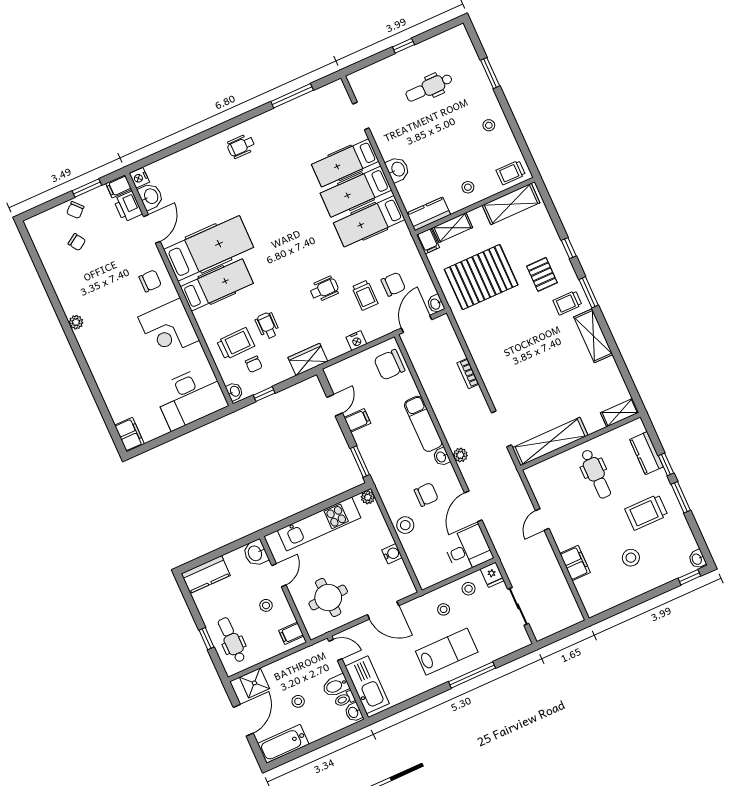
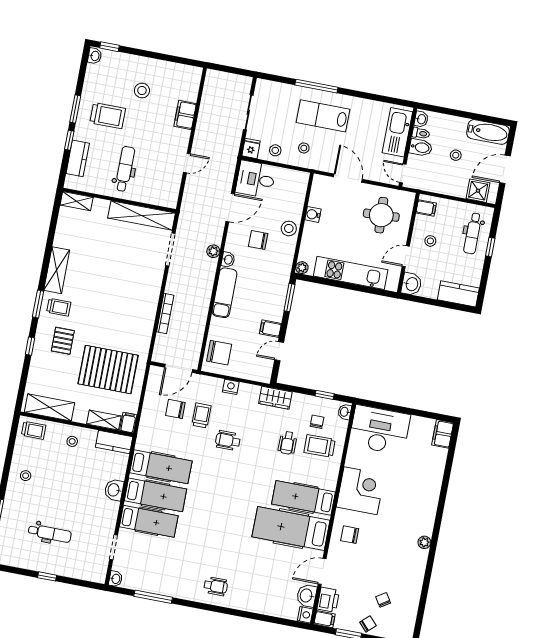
washbasin: (436, 304) -> (116, 579), moved
bookcase: (468, 373) -> (165, 313), width x1.56

